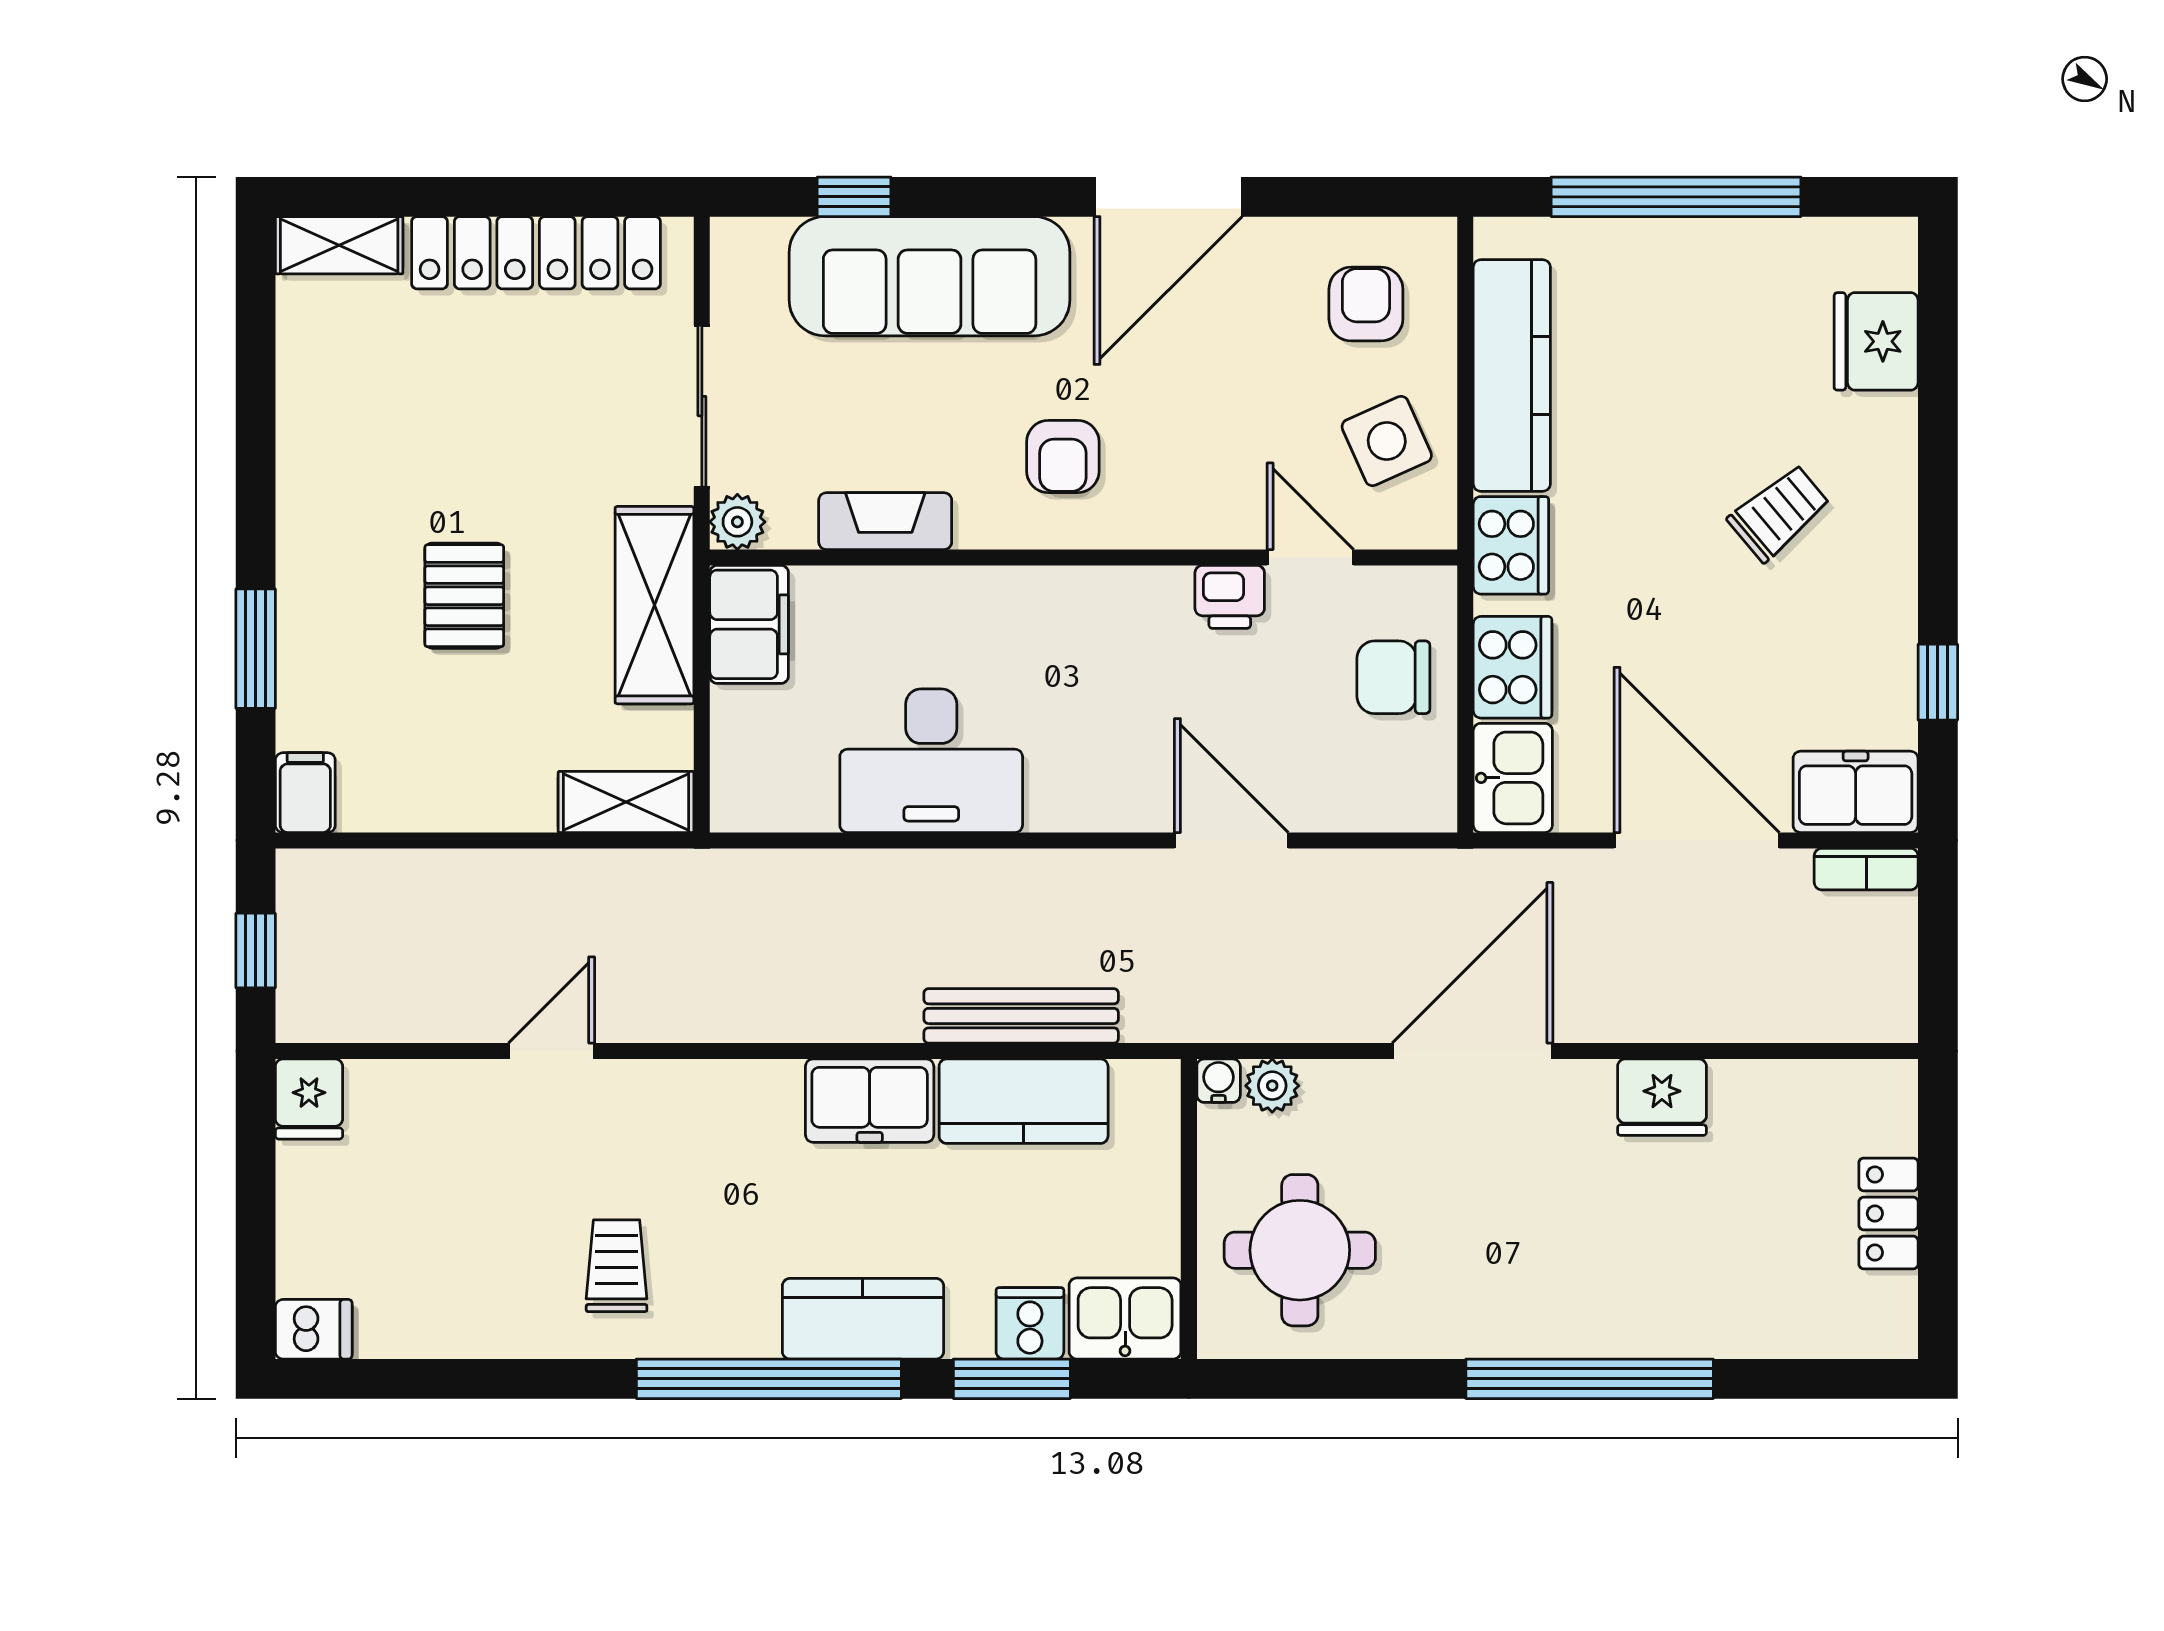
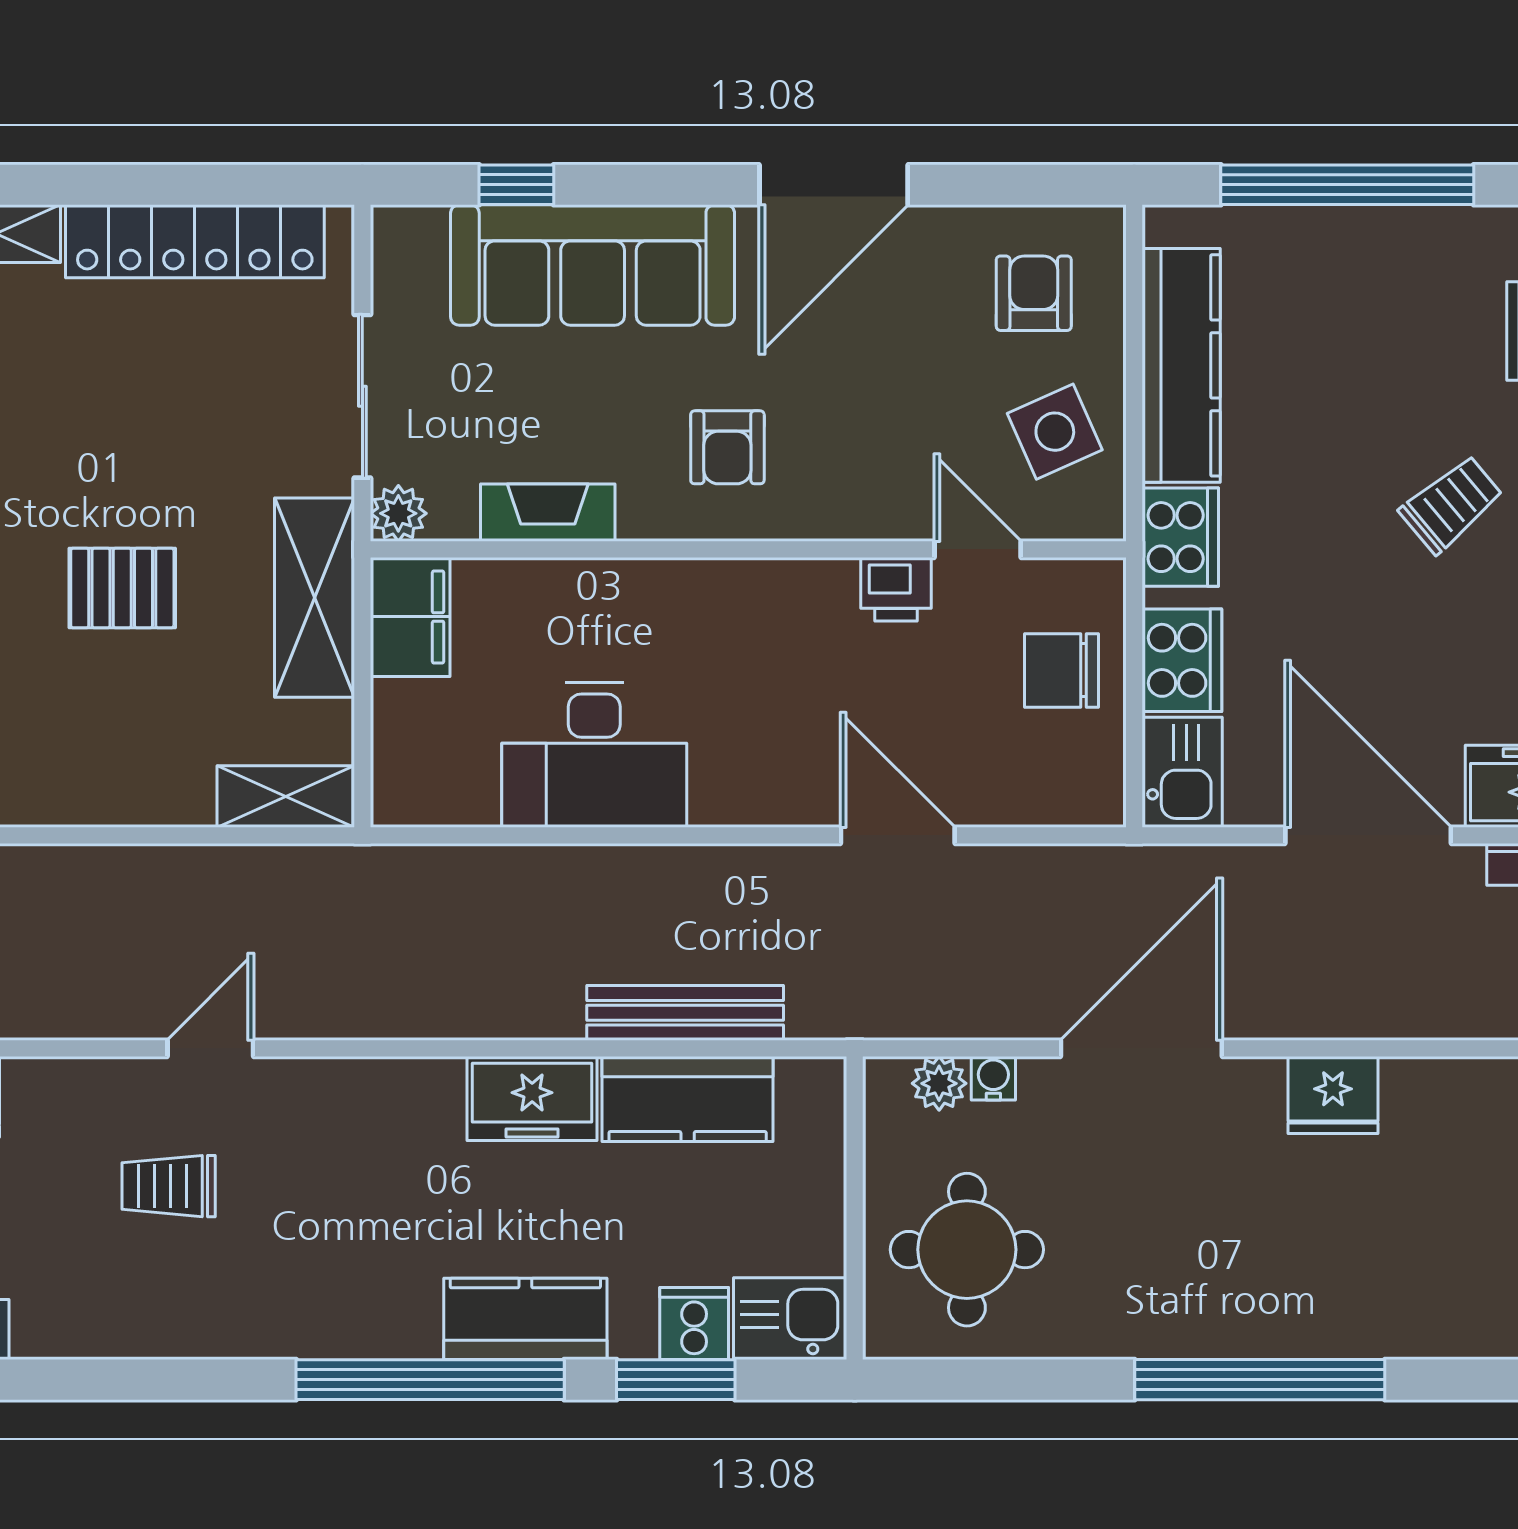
pallet: (464, 596) -> (122, 588), turned 90
water cooler: (1219, 1081) -> (993, 1078), moved
trolley: (617, 1266) -> (169, 1186), moved, turned -90

